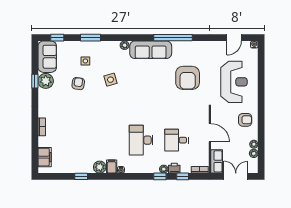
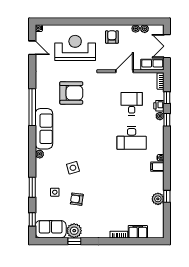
desk: (176, 140) -> (132, 104), turned 180
filing cabinet: (45, 157) -> (138, 232), moved
plant: (100, 167) -> (158, 199), moved

